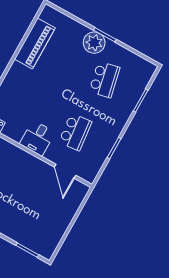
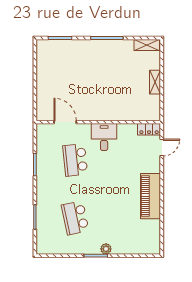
plant: (94, 43) -> (106, 249), width x0.53, depth x0.53
piano: (35, 44) -> (151, 196), moved

